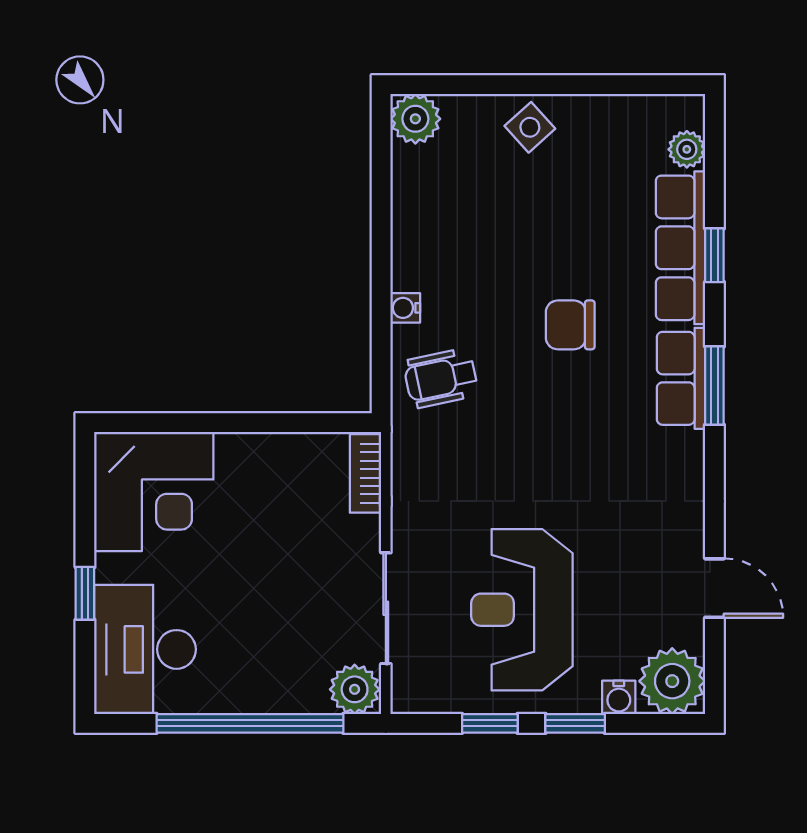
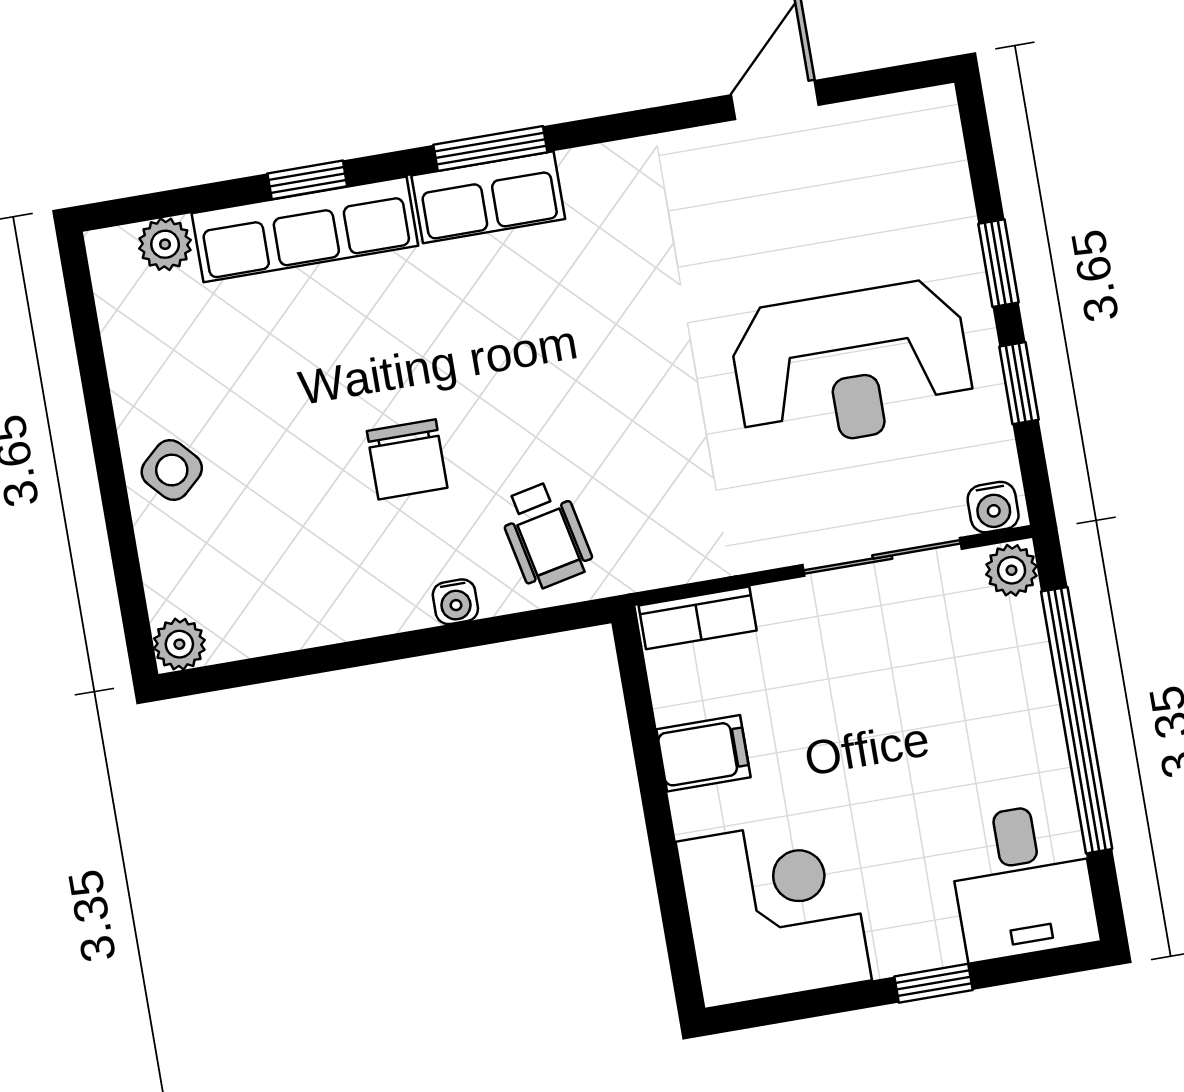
plant: (415, 119) -> (179, 644), width x0.73, depth x0.73
chair: (570, 325) -> (407, 459), moved
filing cabinet: (271, 461) -> (703, 753), added
desk: (145, 649) -> (1023, 881), width x0.73
plant: (672, 681) -> (916, 137), removed
plant: (355, 689) -> (1012, 570), width x0.73, depth x0.73
water cooler: (619, 697) -> (993, 507), moved, turned 90

